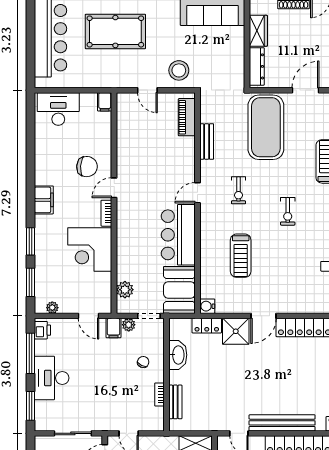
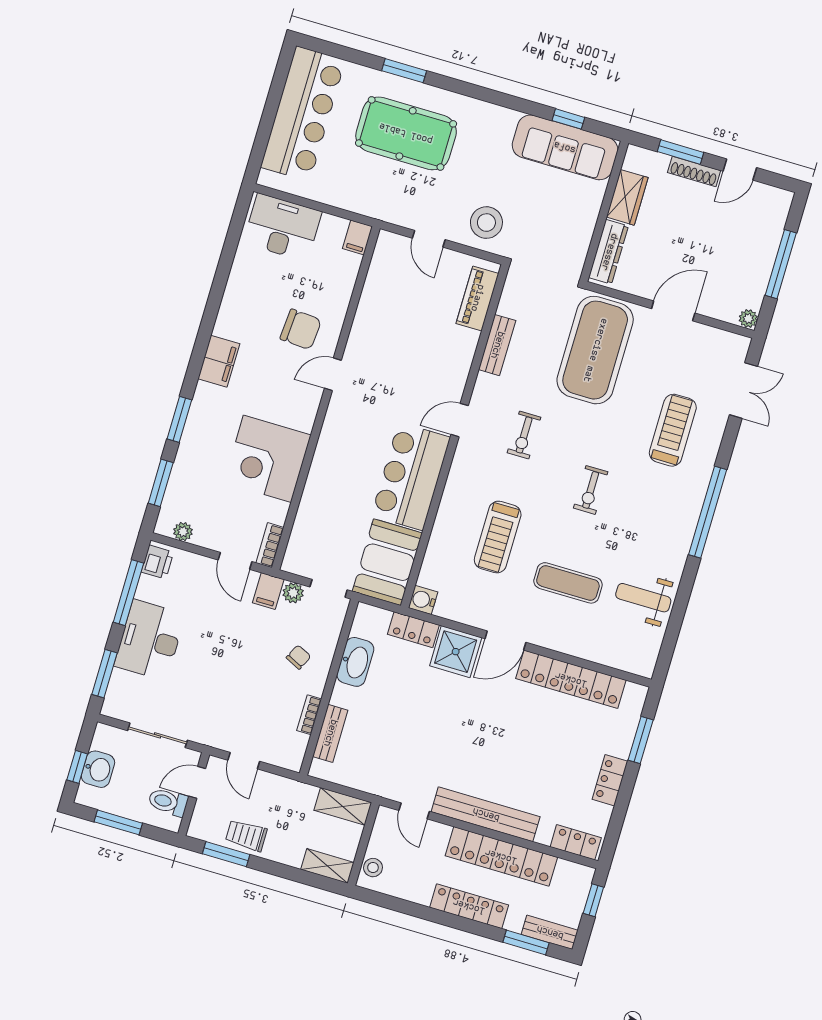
bookcase: (106, 213) -> (270, 545), moved
exercise mat: (291, 271) -> (568, 583), added
plant: (125, 290) -> (303, 537), removed

